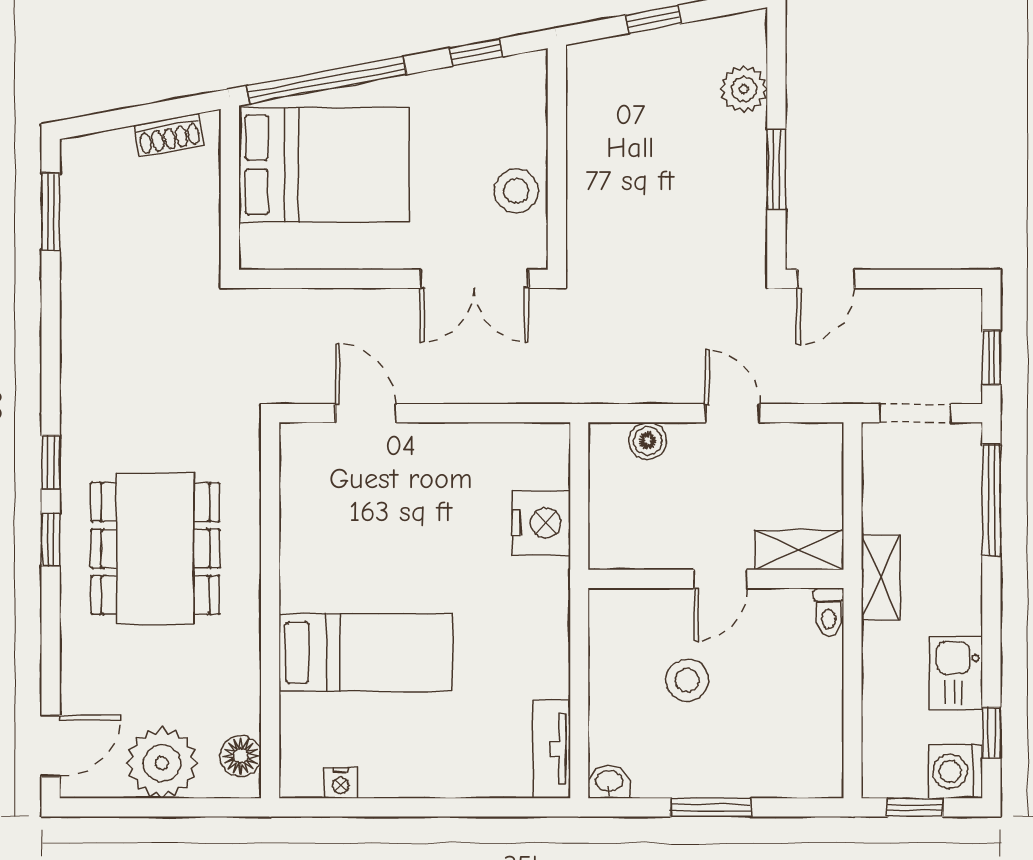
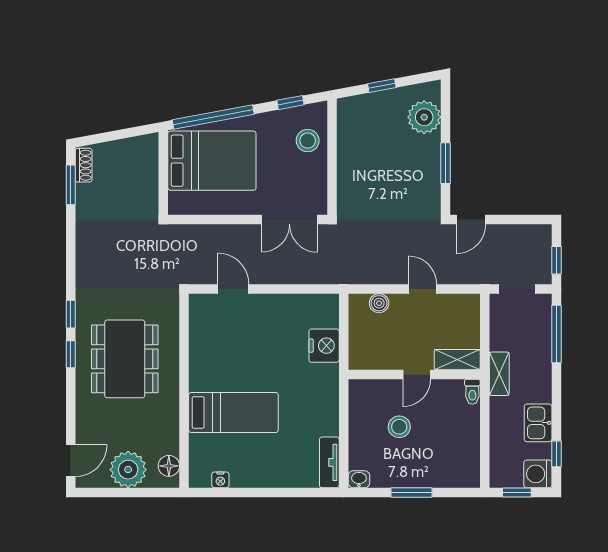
plant: (744, 89) -> (424, 117), width x1.36, depth x1.36
shoe rack: (169, 135) -> (84, 165), moved, turned -79
stool: (516, 191) -> (308, 141), moved

